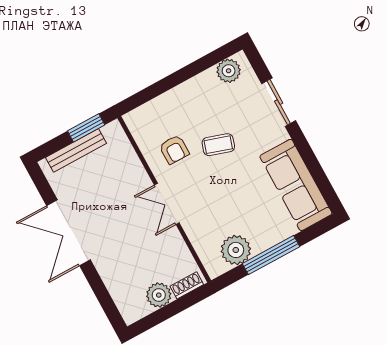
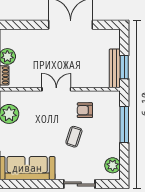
window: (164, 85) -> (124, 124), added
bench: (76, 150) -> (115, 68), moved

